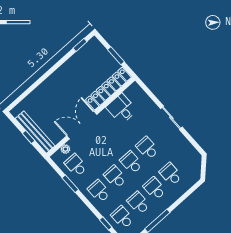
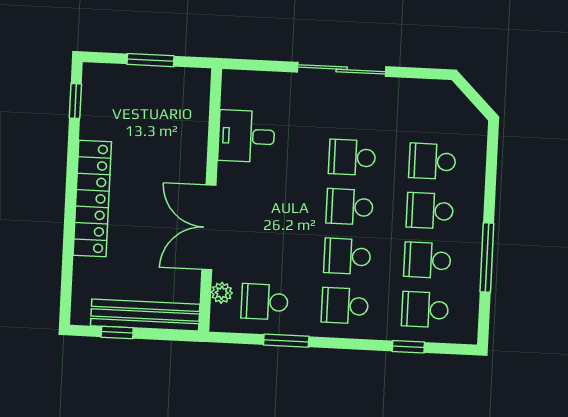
locker: (108, 89) -> (92, 199), moved, turned 180
sliding door: (171, 118) -> (342, 69), width x1.37
window: (29, 137) -> (117, 332), moved

